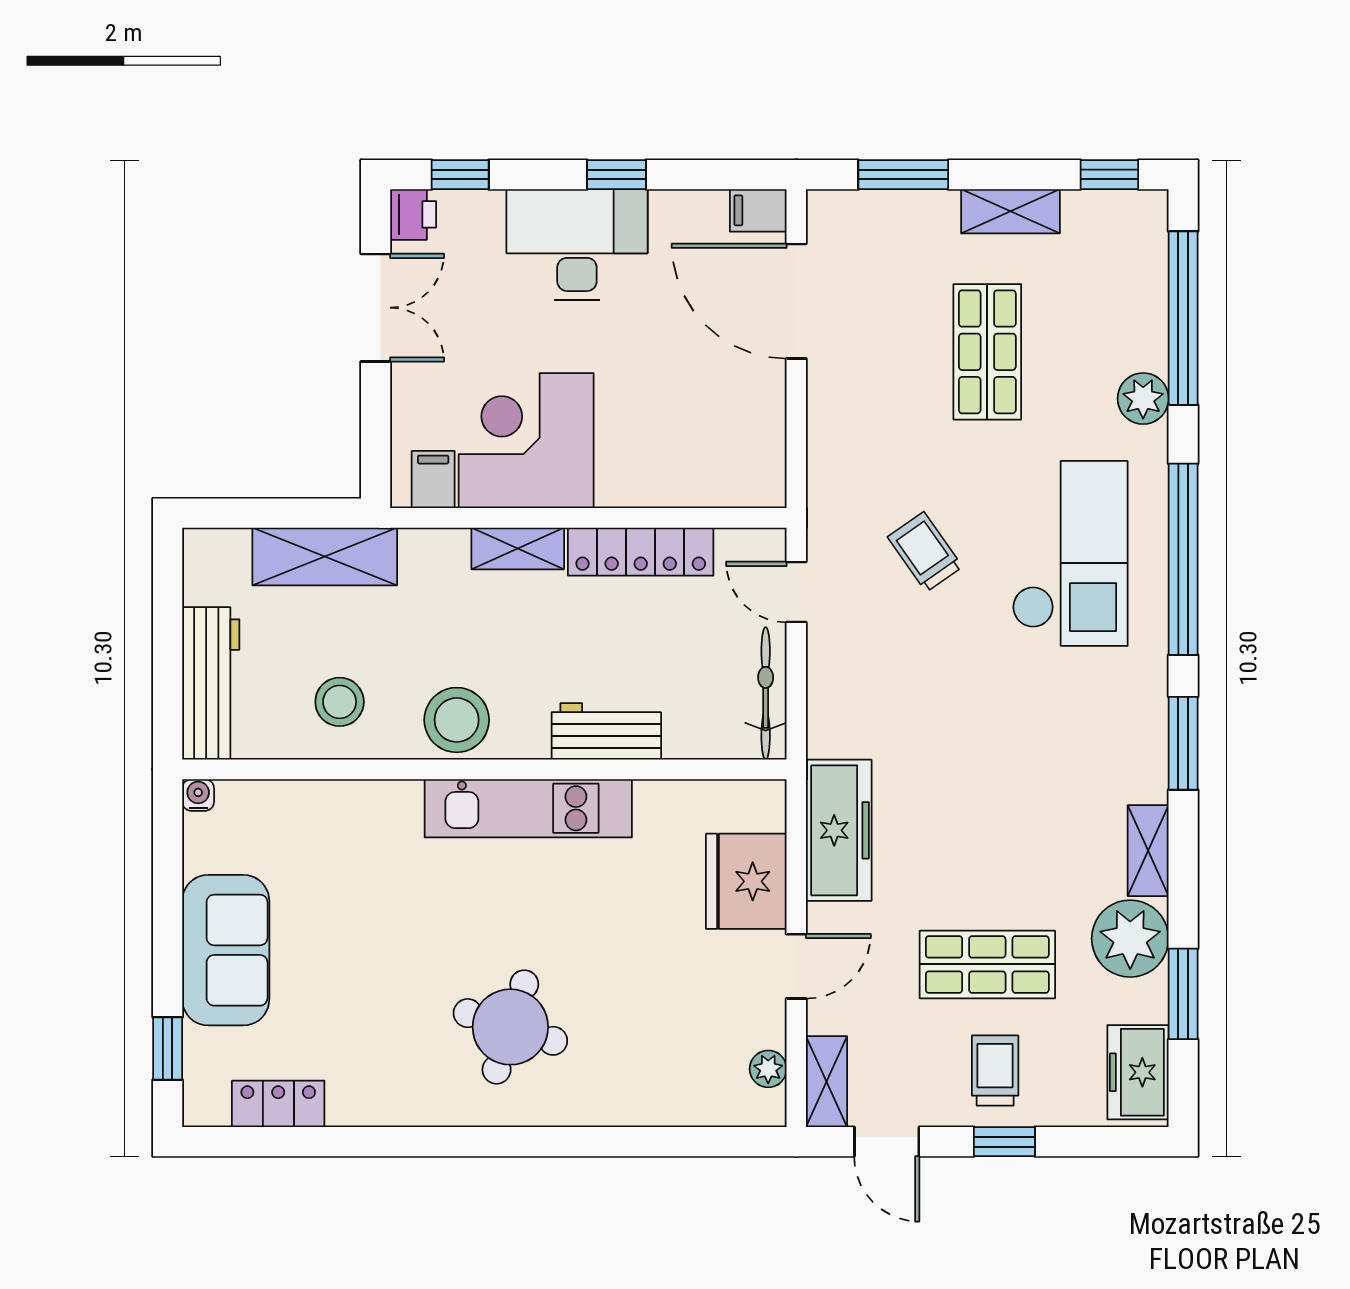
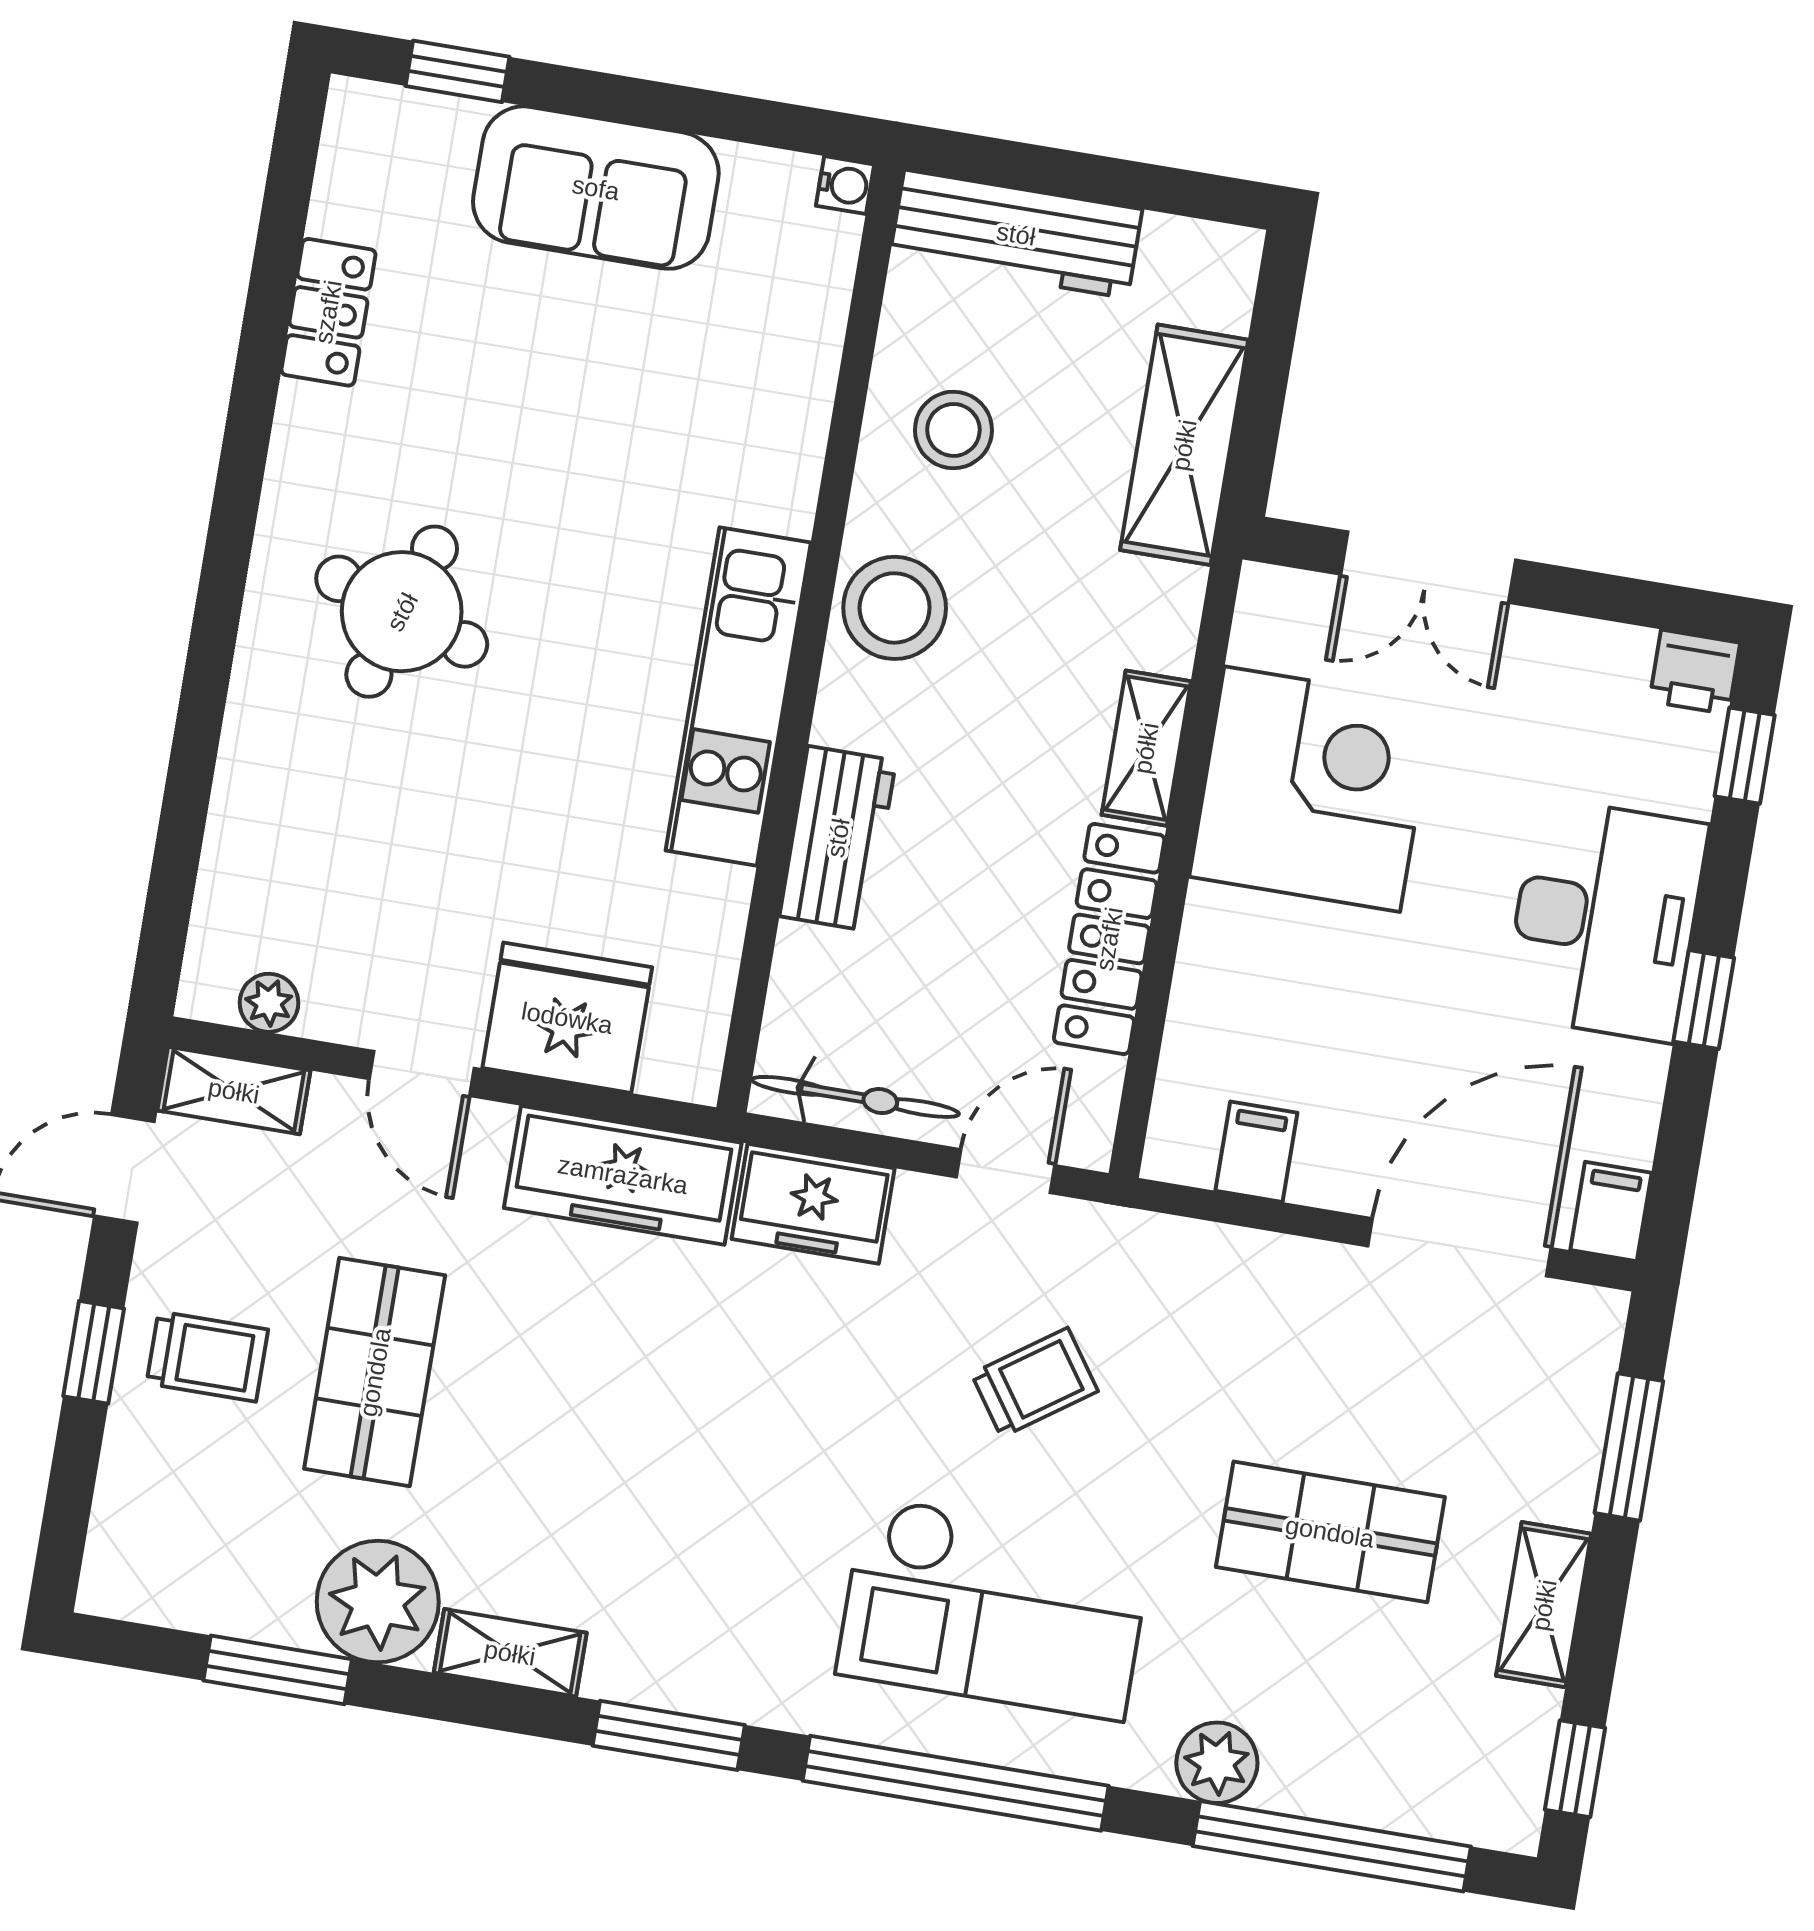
double door: (376, 308) -> (1428, 567), moved
filing cabinet: (433, 480) -> (1256, 1152), moved, turned -90
freezer: (1138, 1072) -> (813, 1204), moved, turned 180
locker: (278, 1104) -> (328, 312), moved

